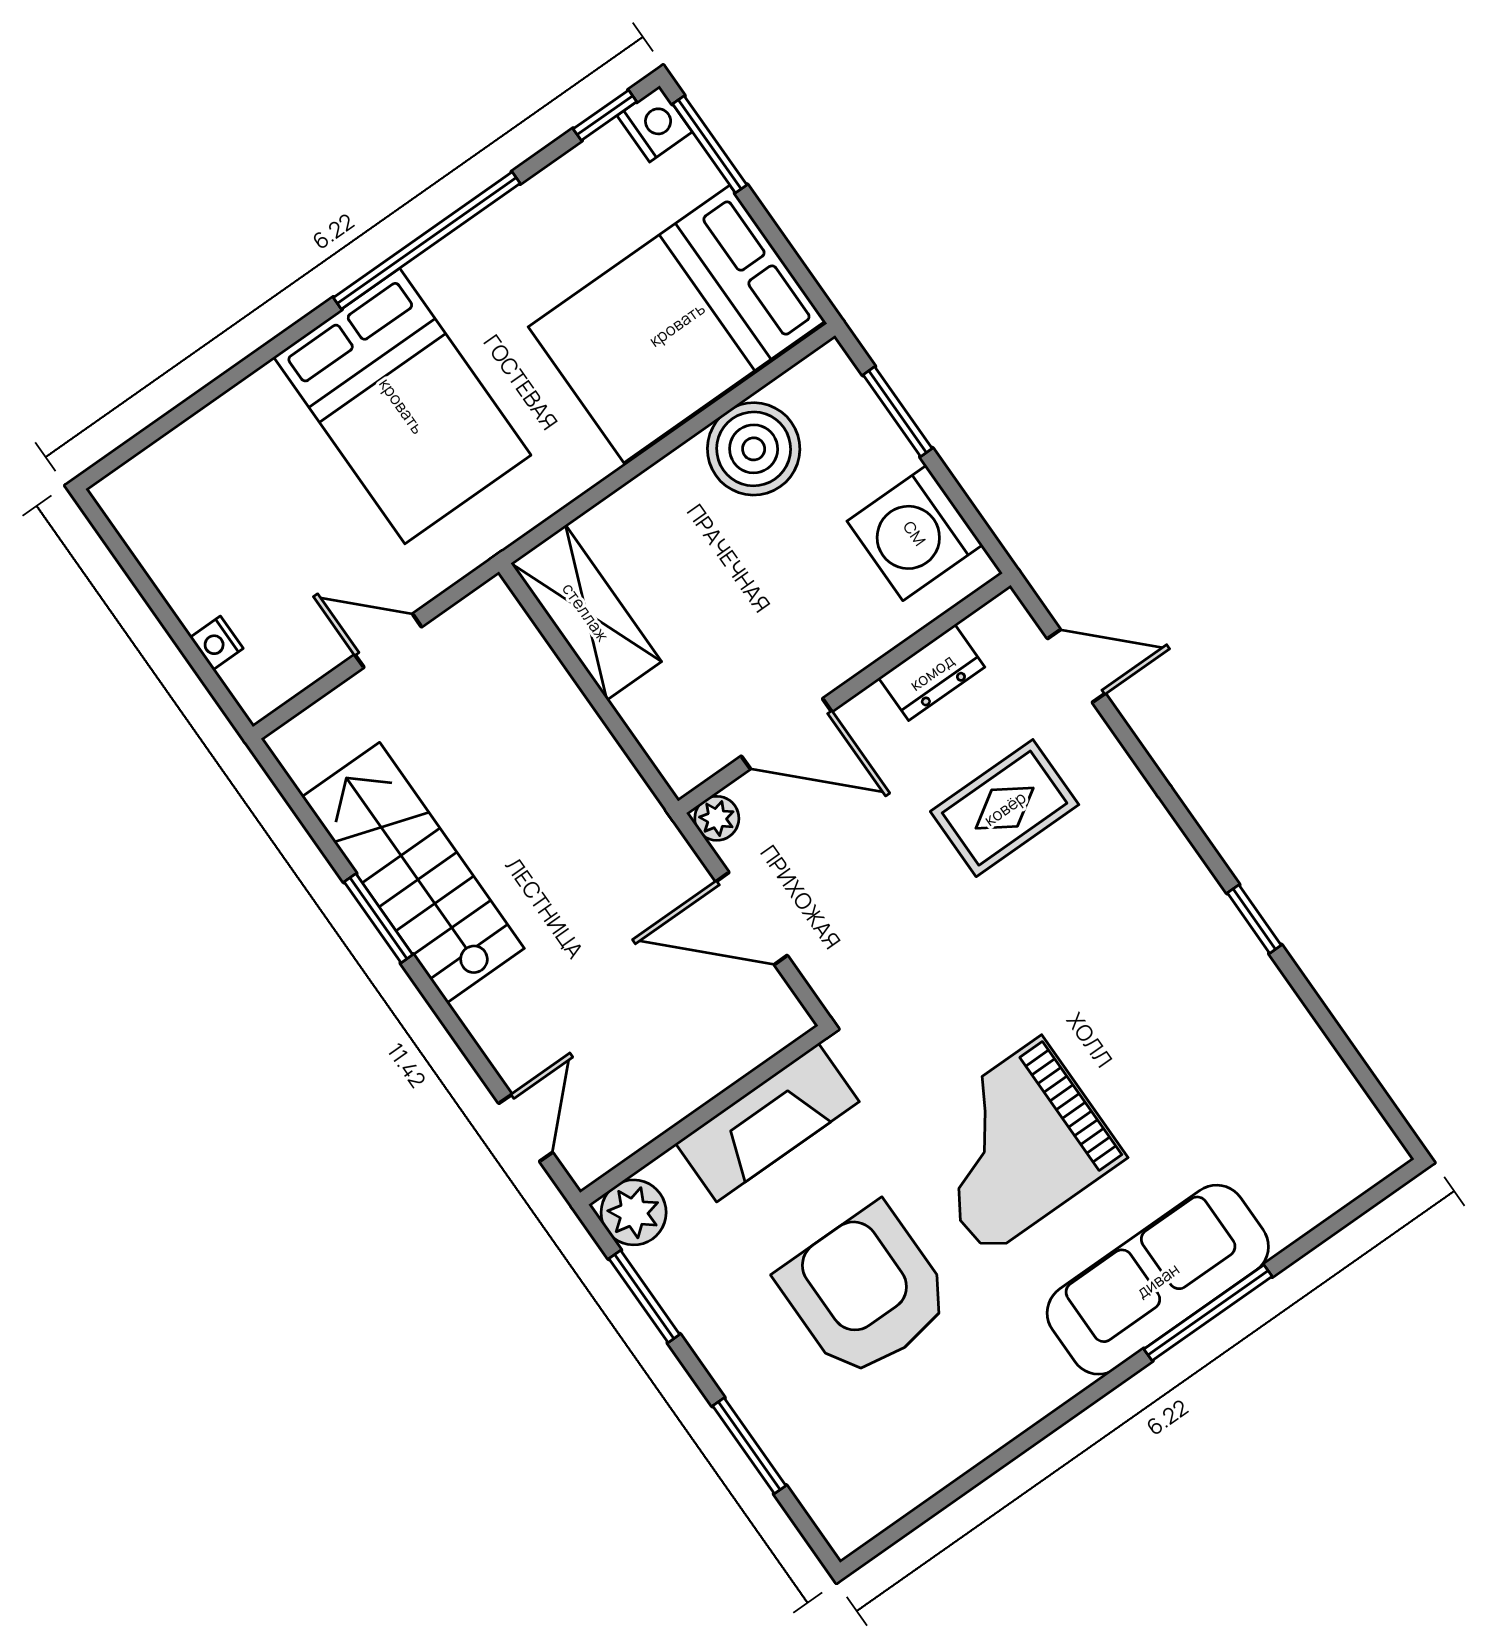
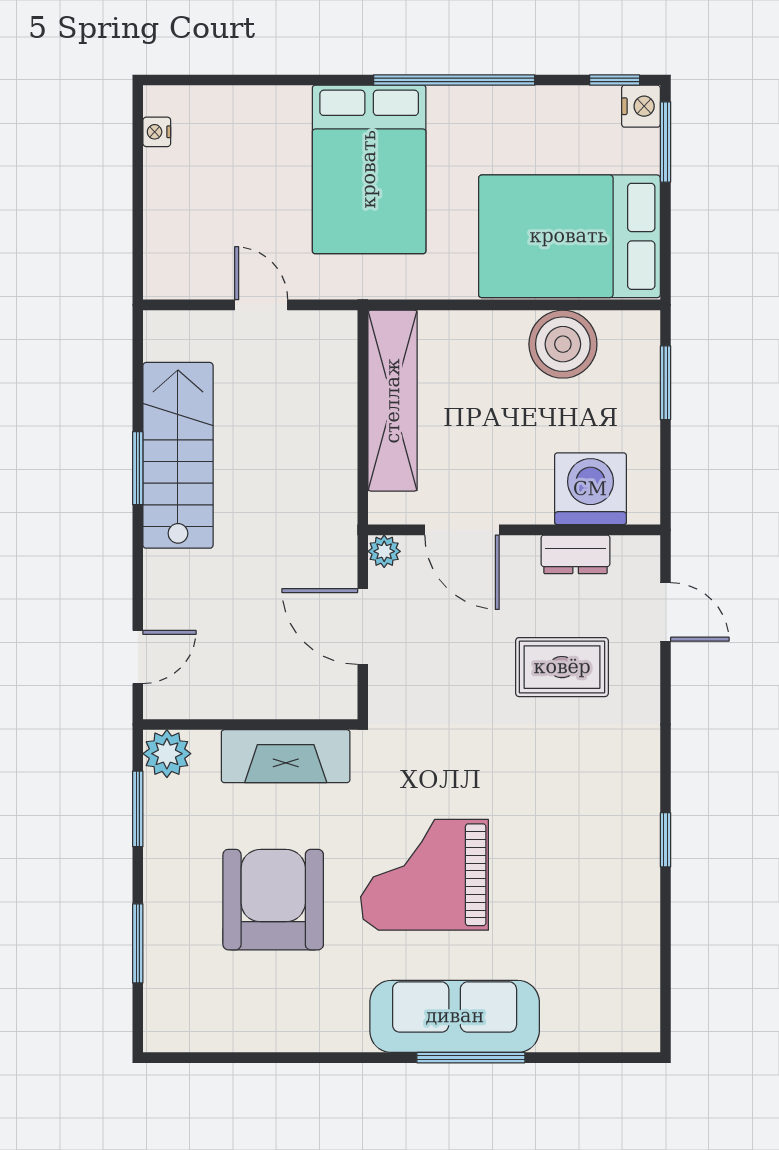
washing machine: (915, 533) -> (590, 489), moved, turned 90
shelving: (586, 612) -> (393, 401), width x1.47
nightstand: (217, 643) -> (157, 132), moved

